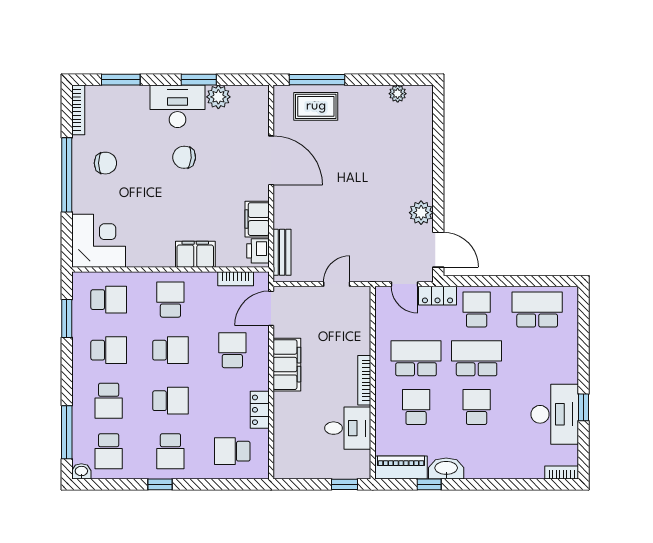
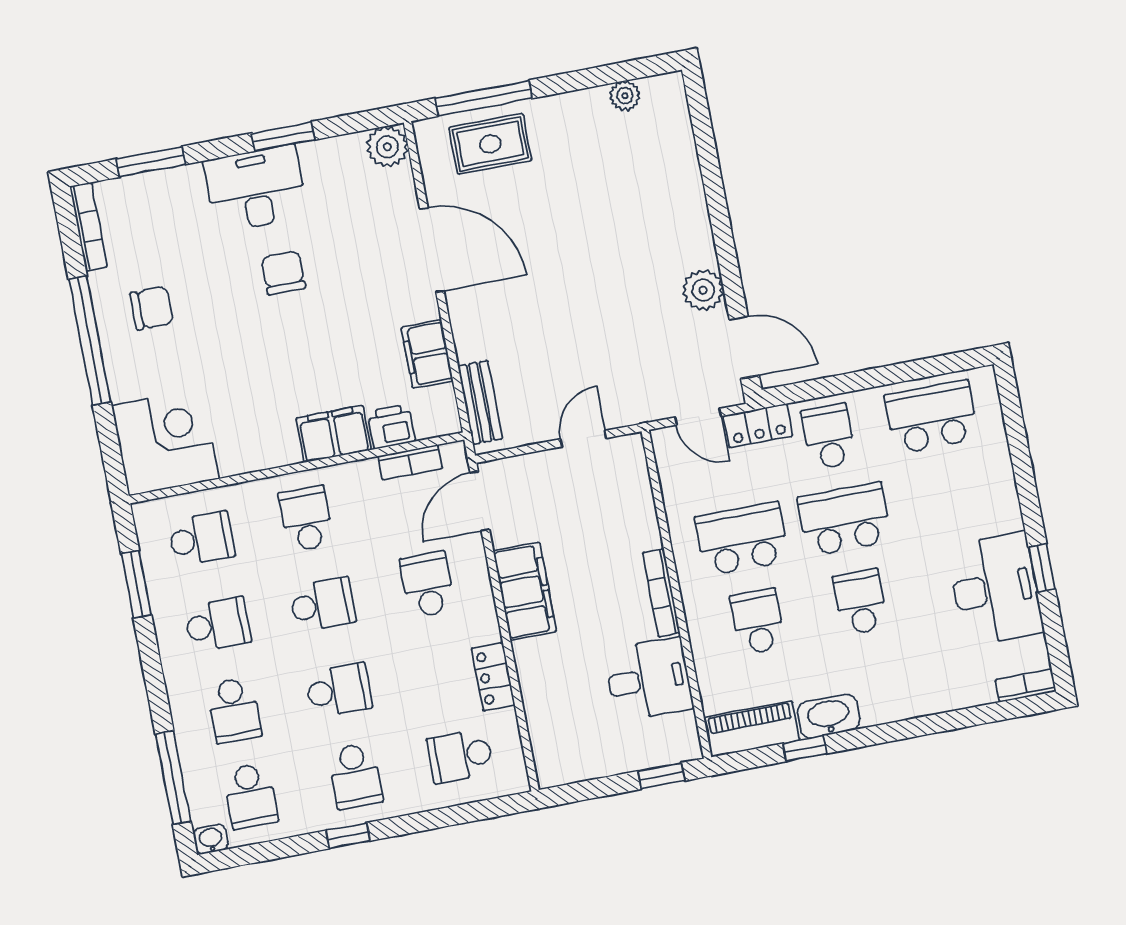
plant: (218, 97) -> (387, 147), moved
chair: (184, 157) -> (283, 273), turned 85
printer: (258, 251) -> (391, 427), moved, turned 90

